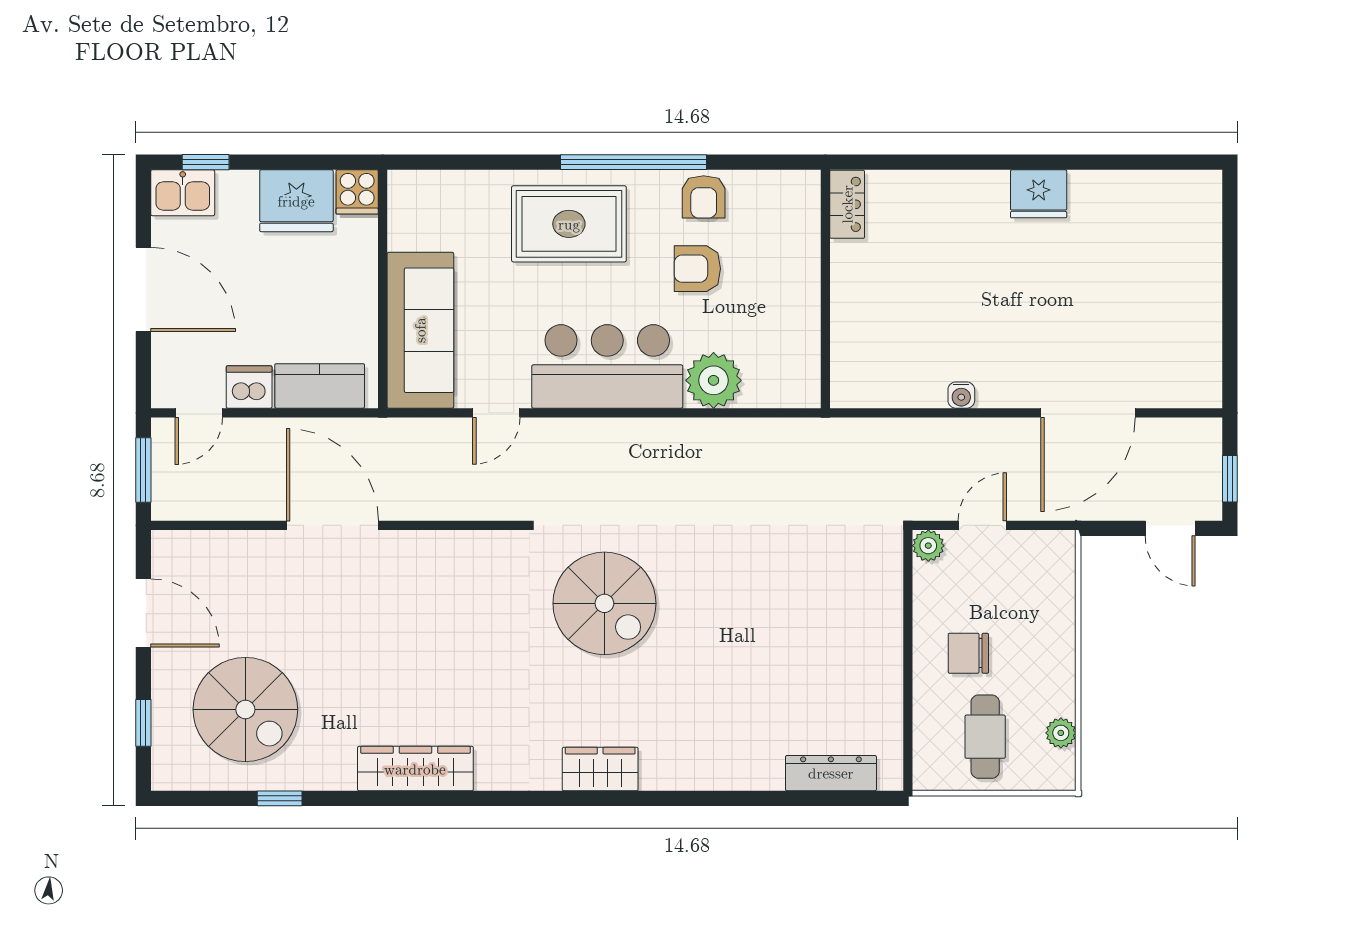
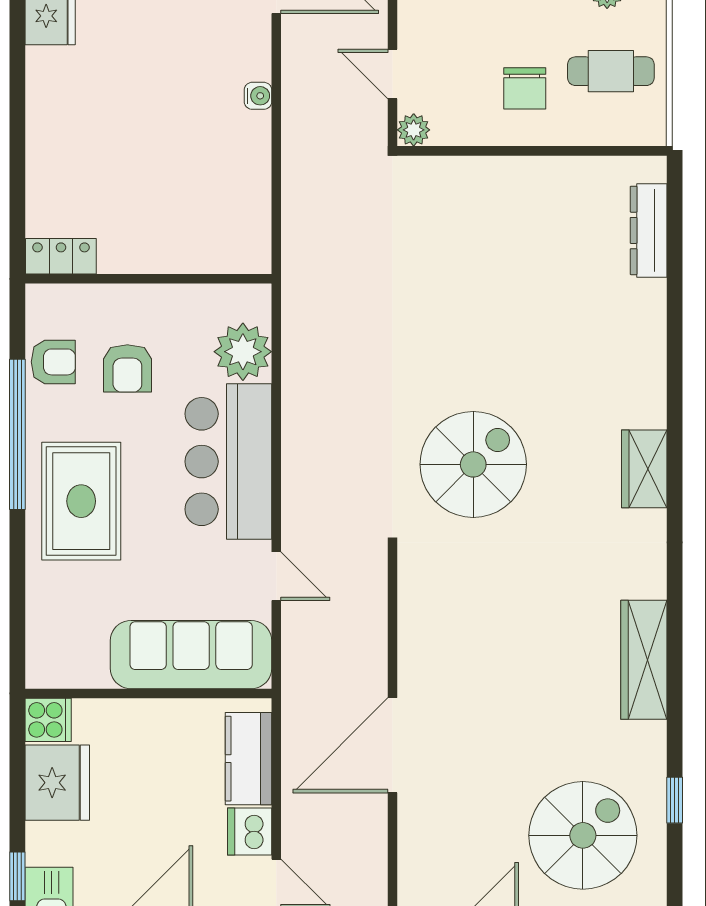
locker: (847, 204) -> (61, 256), moved
wall: (825, 289) -> (148, 279), moved

